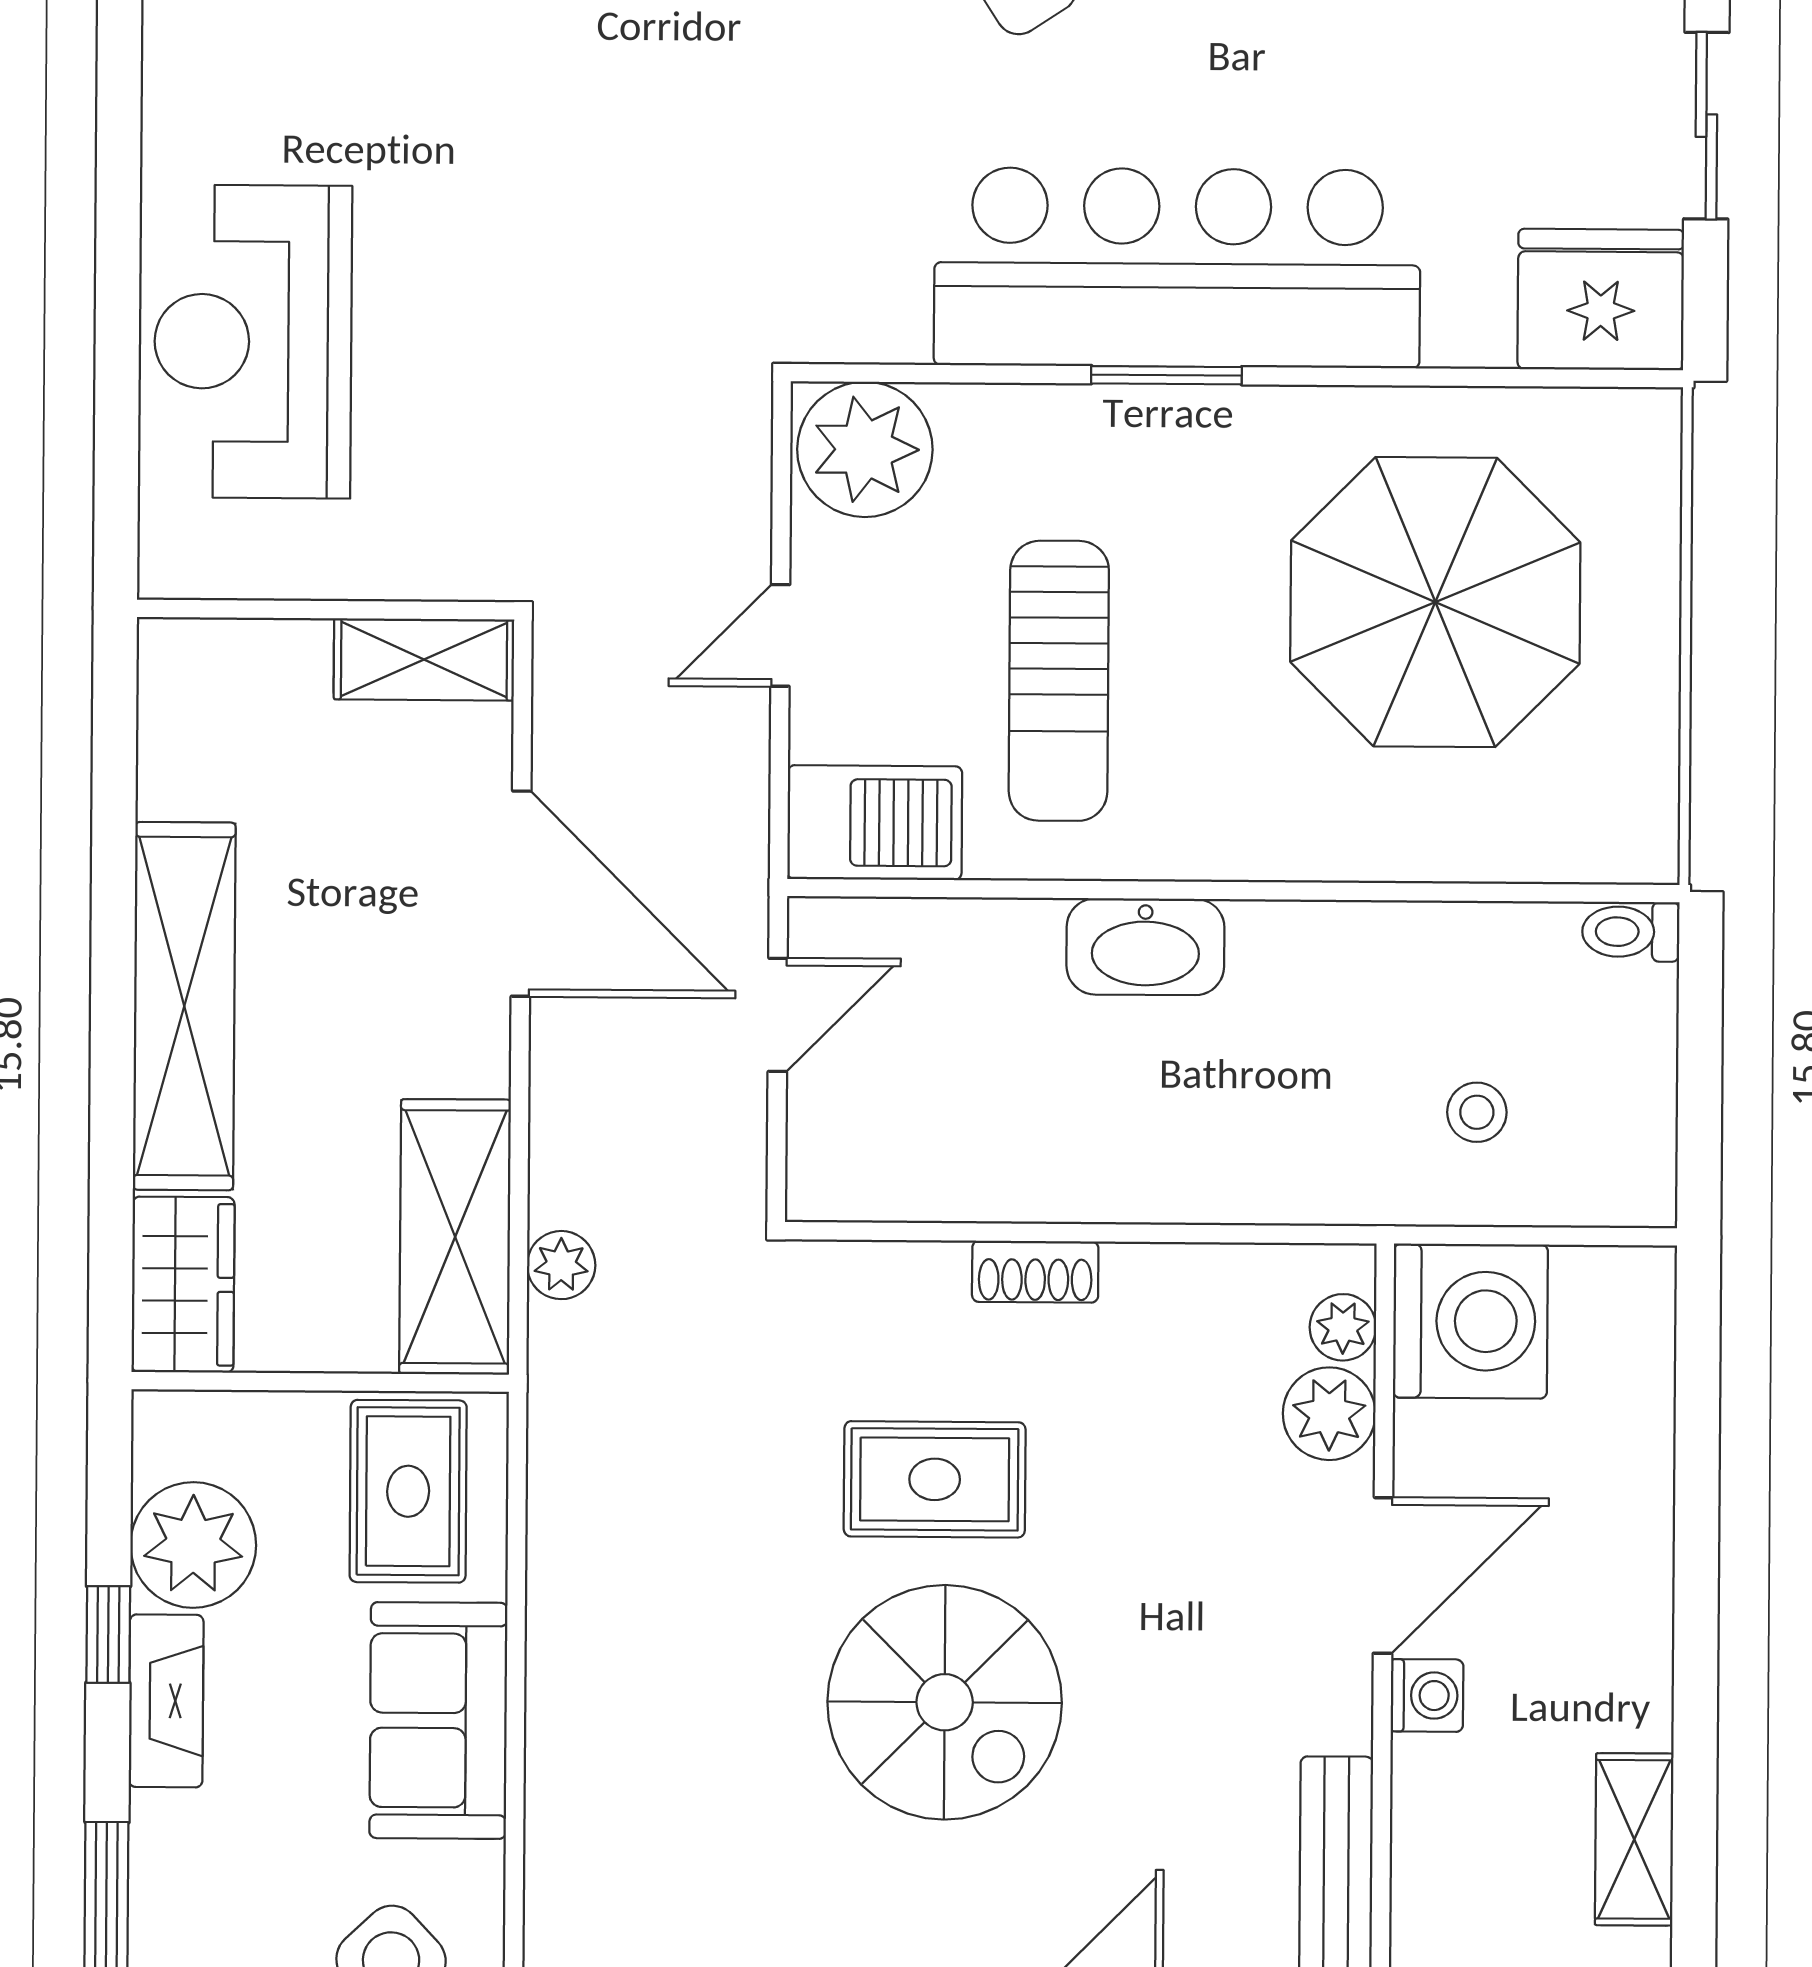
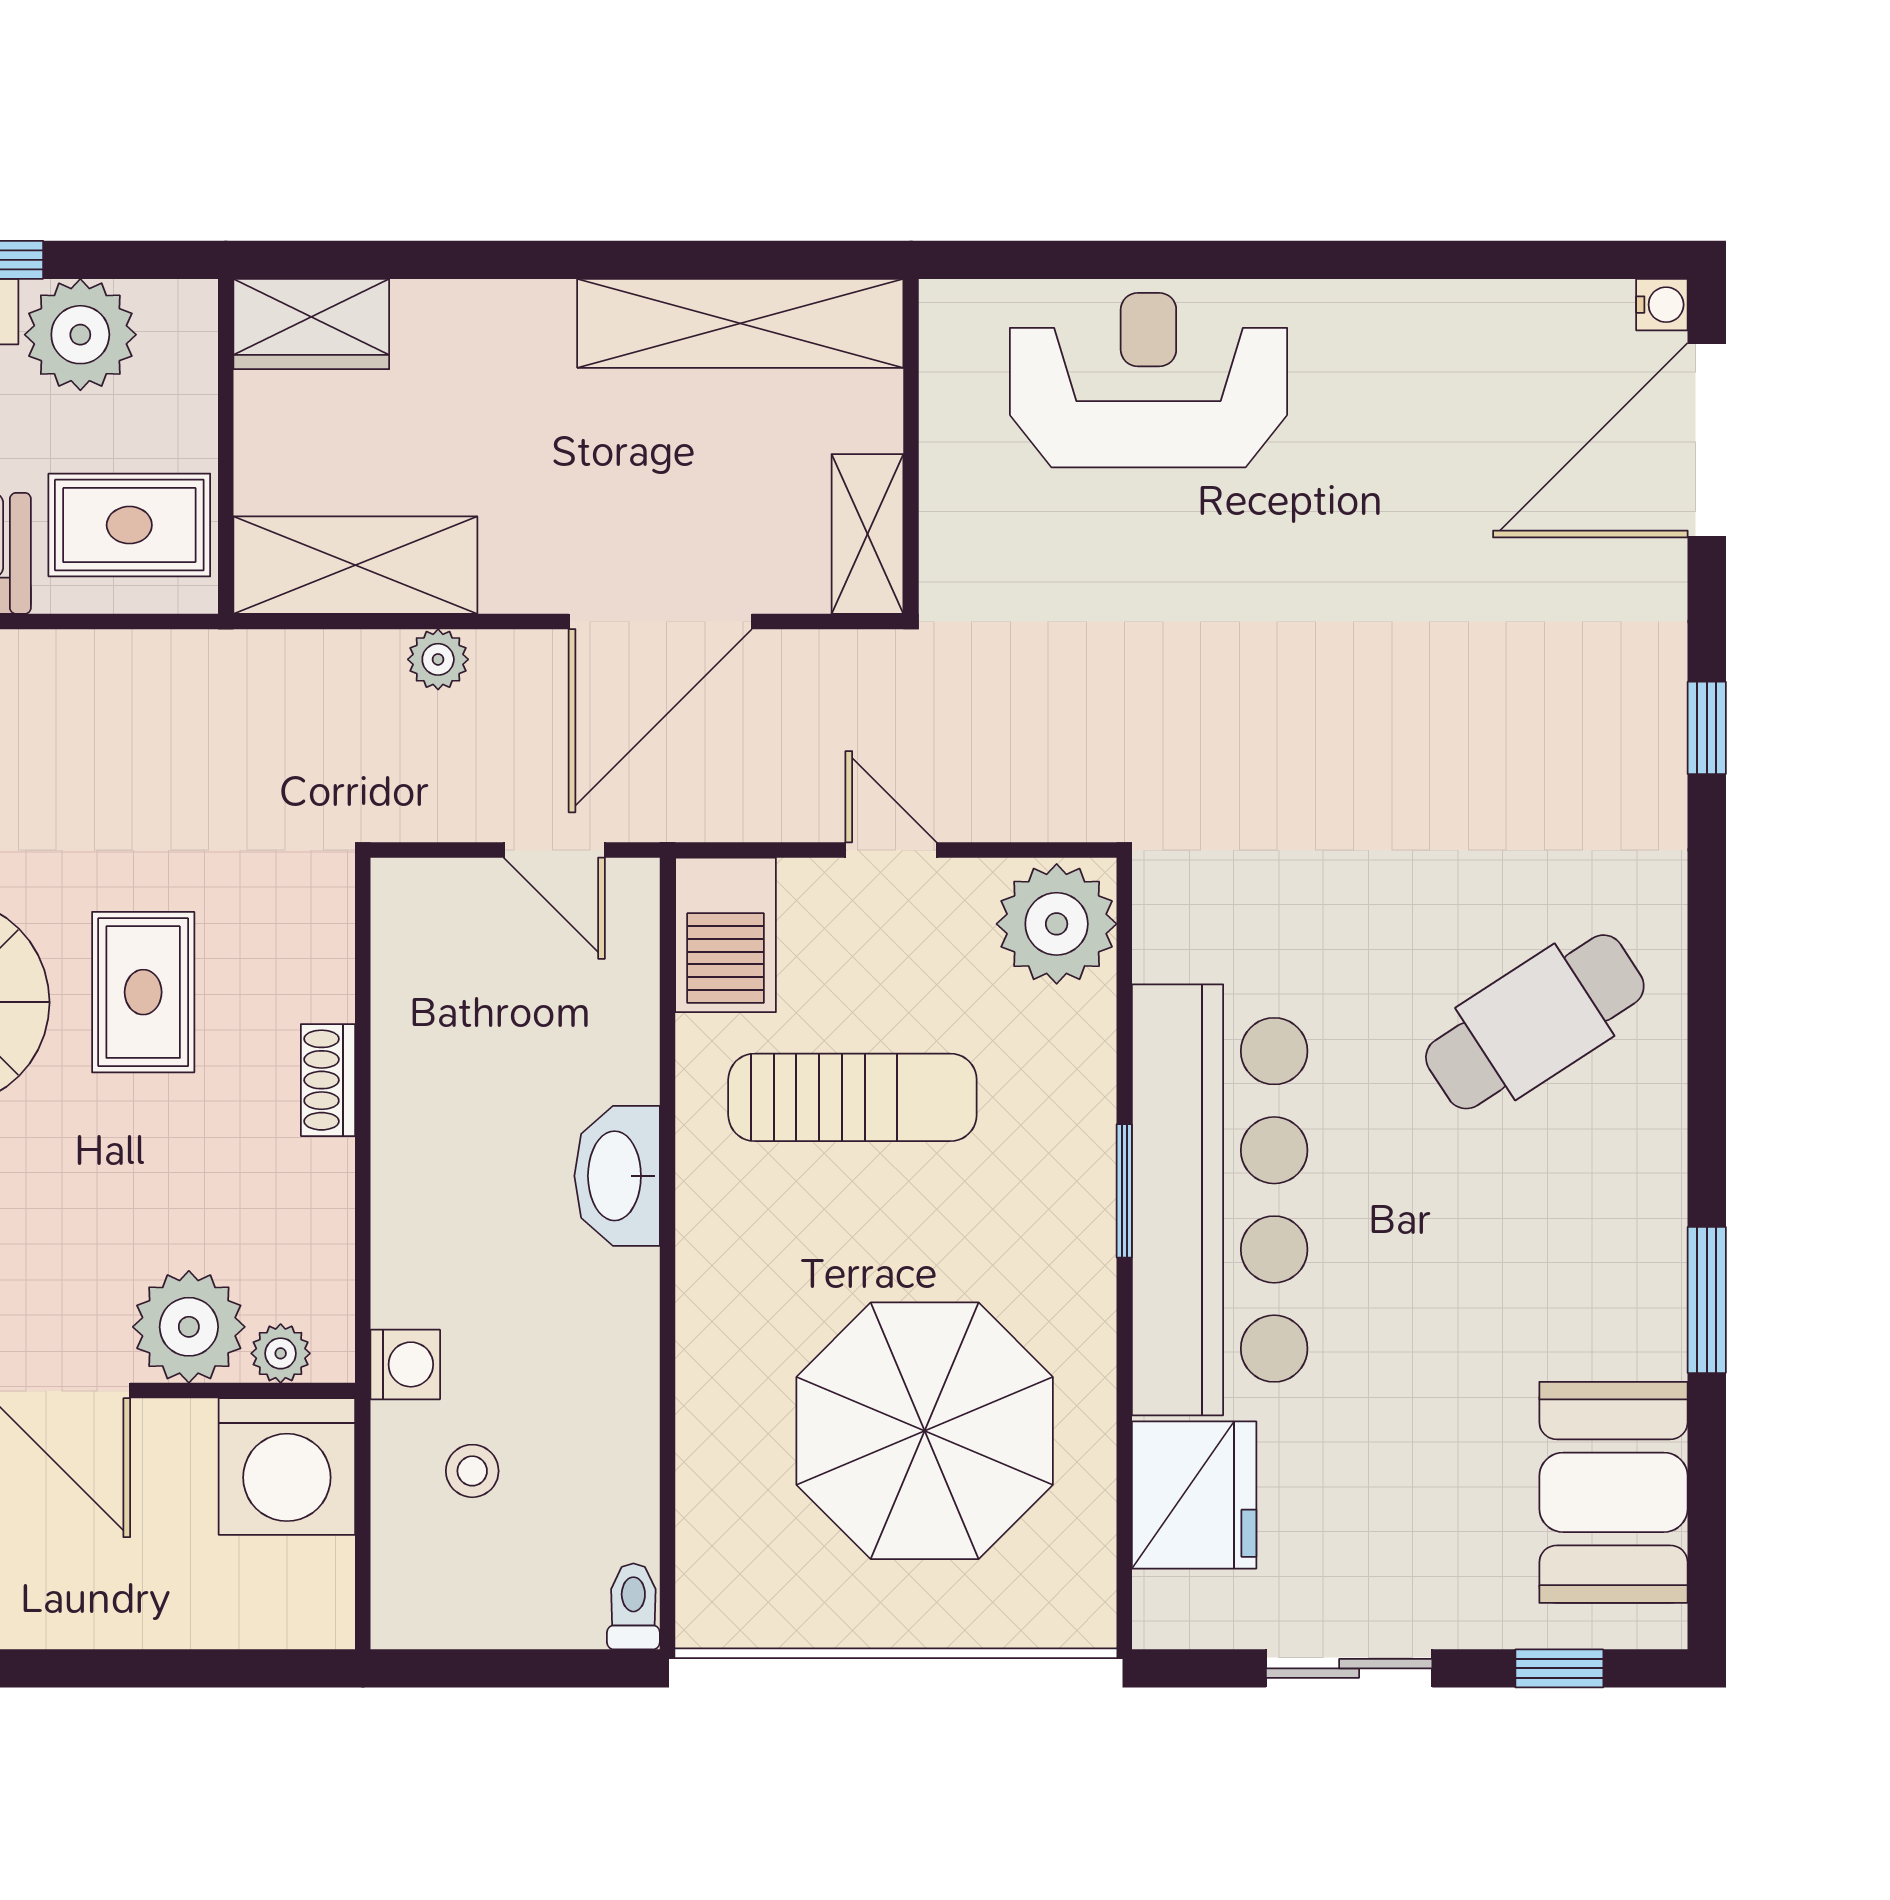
fridge: (1601, 299) -> (1194, 1495), moved
sun lounger: (1059, 681) -> (852, 1097), turned 180
shelving: (184, 1006) -> (740, 323), moved
washing machine: (1356, 1187) -> (405, 1364), added
plant: (561, 1265) -> (438, 659), moved
plant: (1329, 1414) -> (189, 1327), width x1.36, depth x1.36

